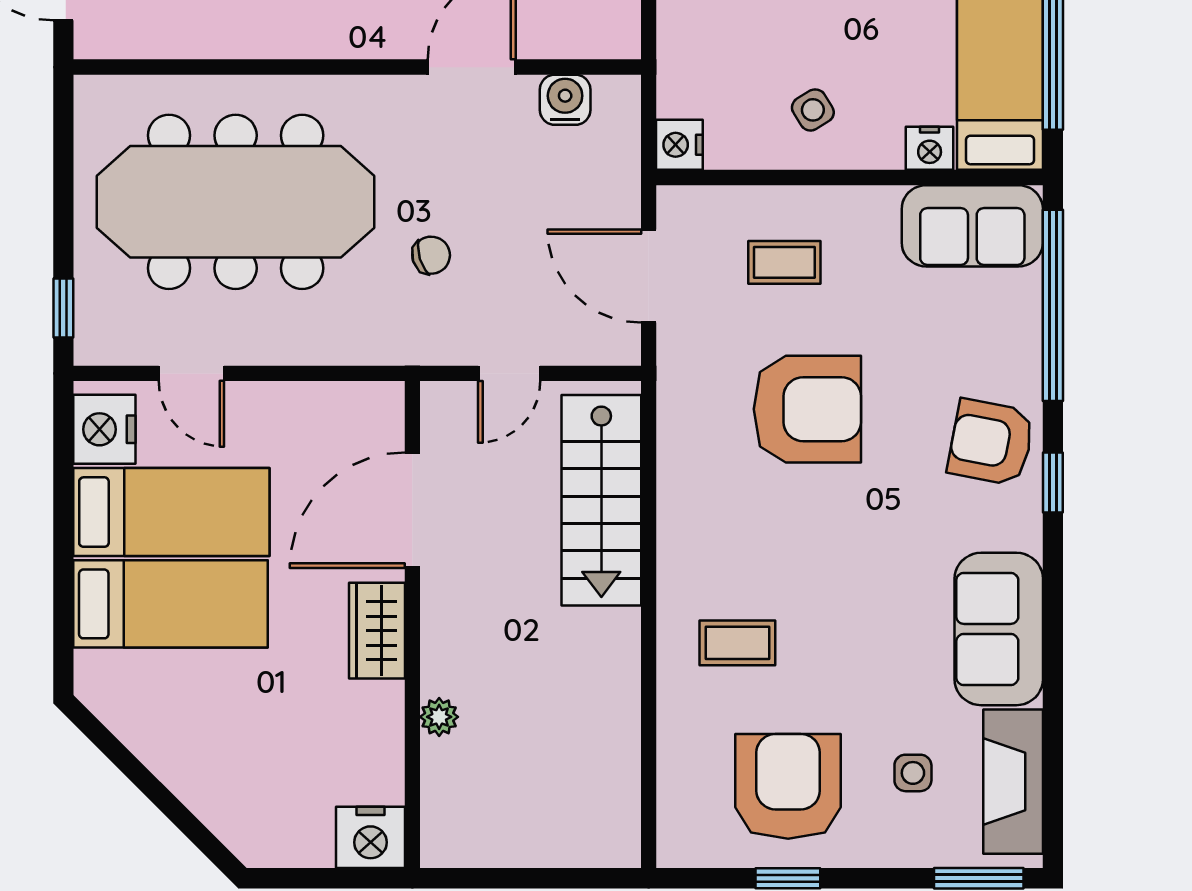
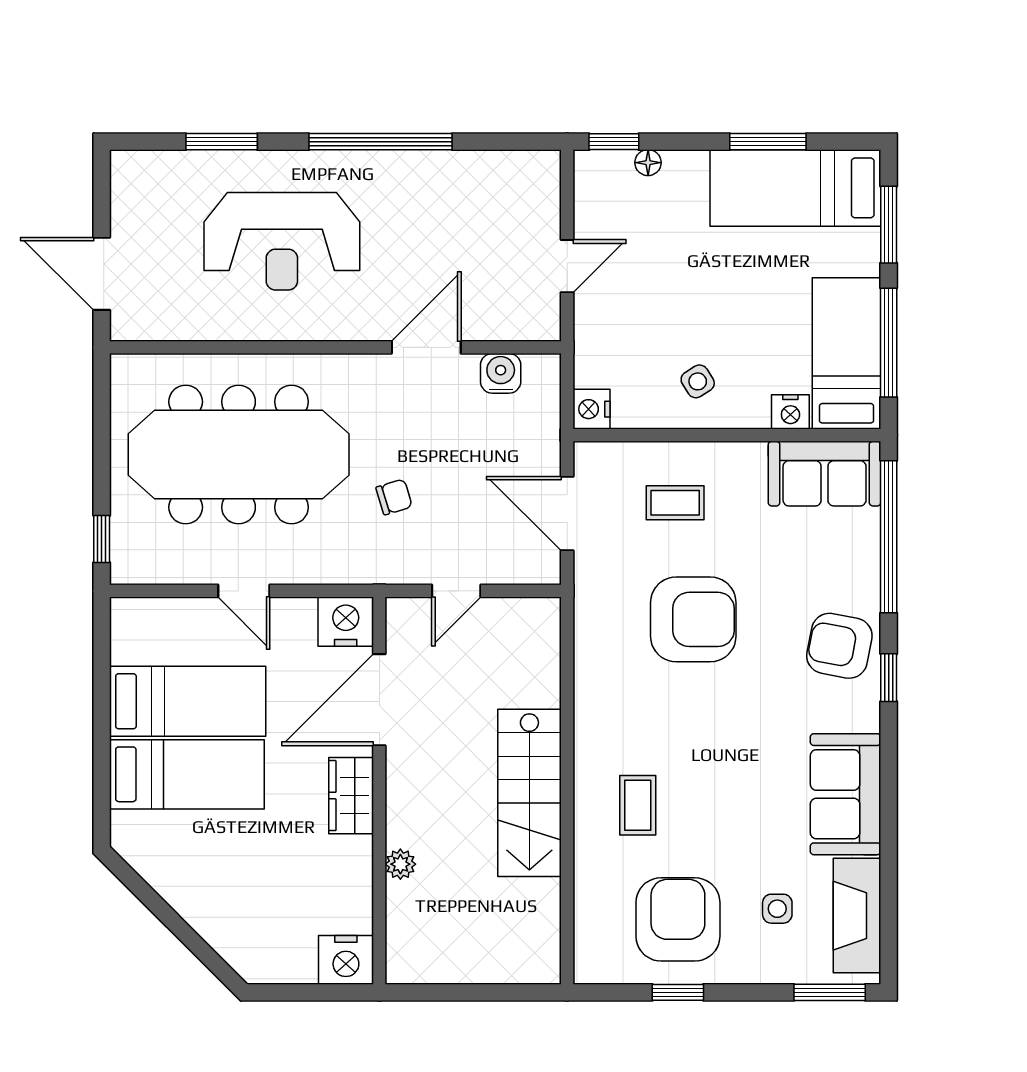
door: (191, 373) -> (244, 591), moved
nightstand: (104, 429) -> (346, 622), moved, turned 90
stairs: (601, 500) -> (529, 793), moved
coffee table: (737, 643) -> (638, 805), turned 90

